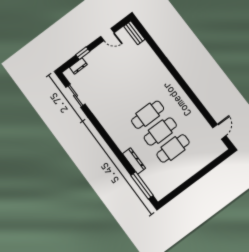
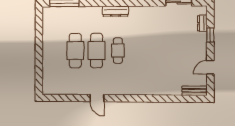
cafe table: (148, 115) -> (118, 51), width x0.73, depth x0.74
door: (219, 132) -> (97, 98), moved
dresser: (134, 161) -> (115, 11), moved

